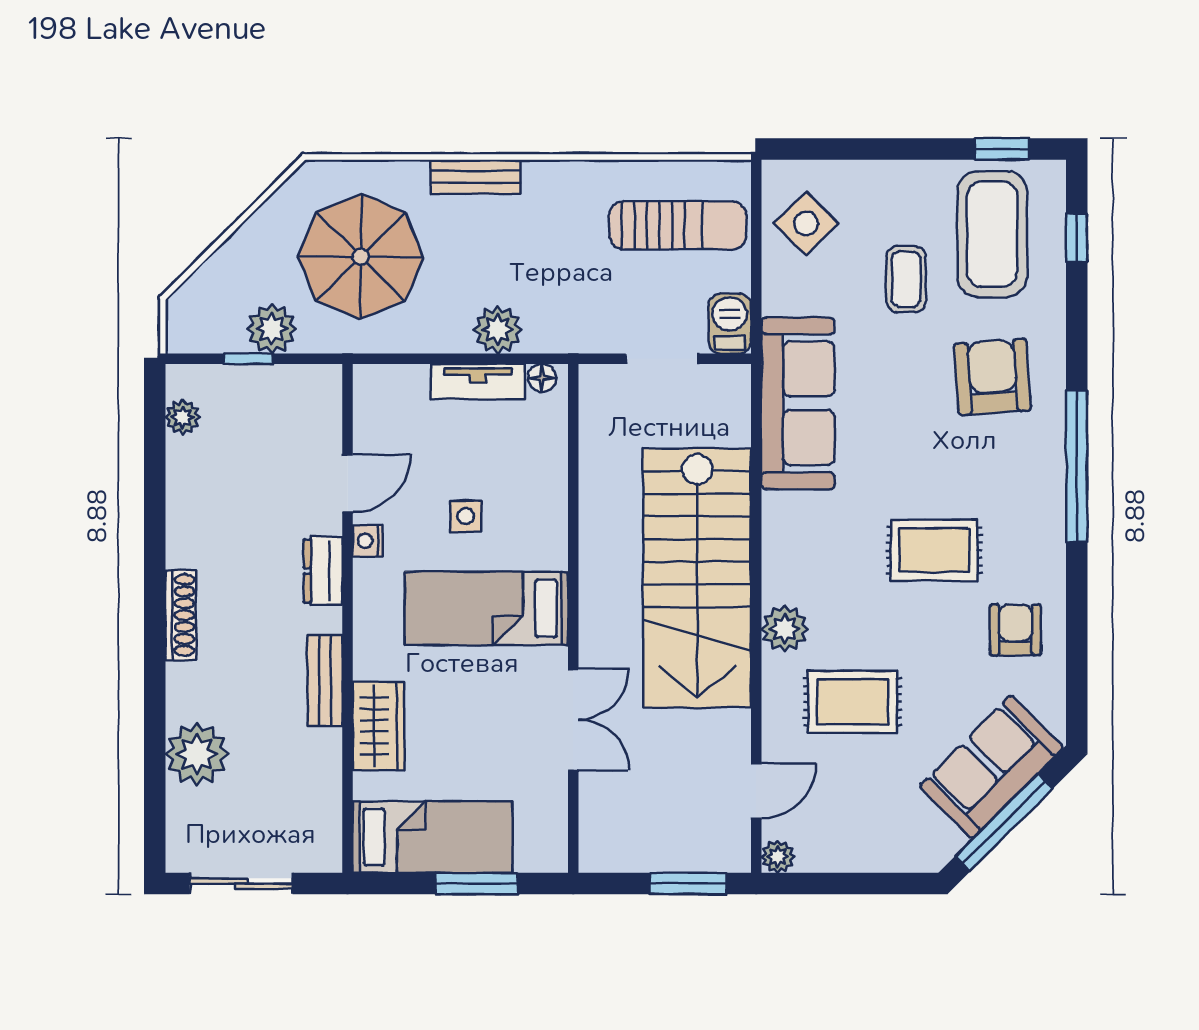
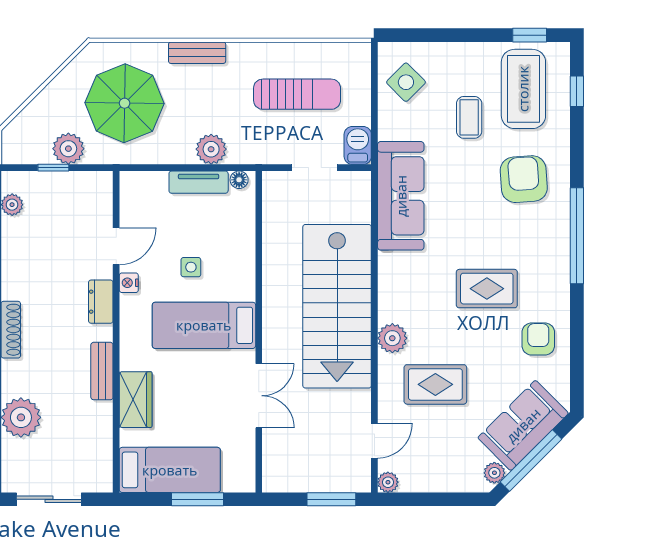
sun lounger: (678, 225) -> (297, 94), moved
plant: (946, 842) -> (494, 473), added

